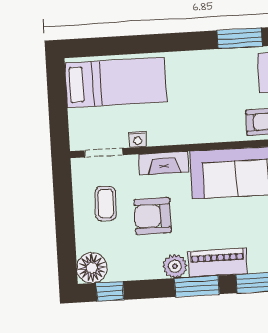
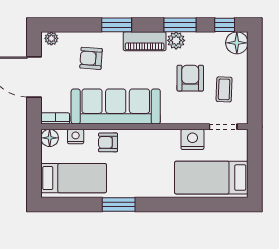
nightstand: (138, 139) -> (192, 139), width x1.89, depth x1.79
fireplace: (164, 163) -> (180, 116), removed
armchair: (153, 216) -> (190, 78), turned -90
window: (197, 286) -> (180, 25), moved

